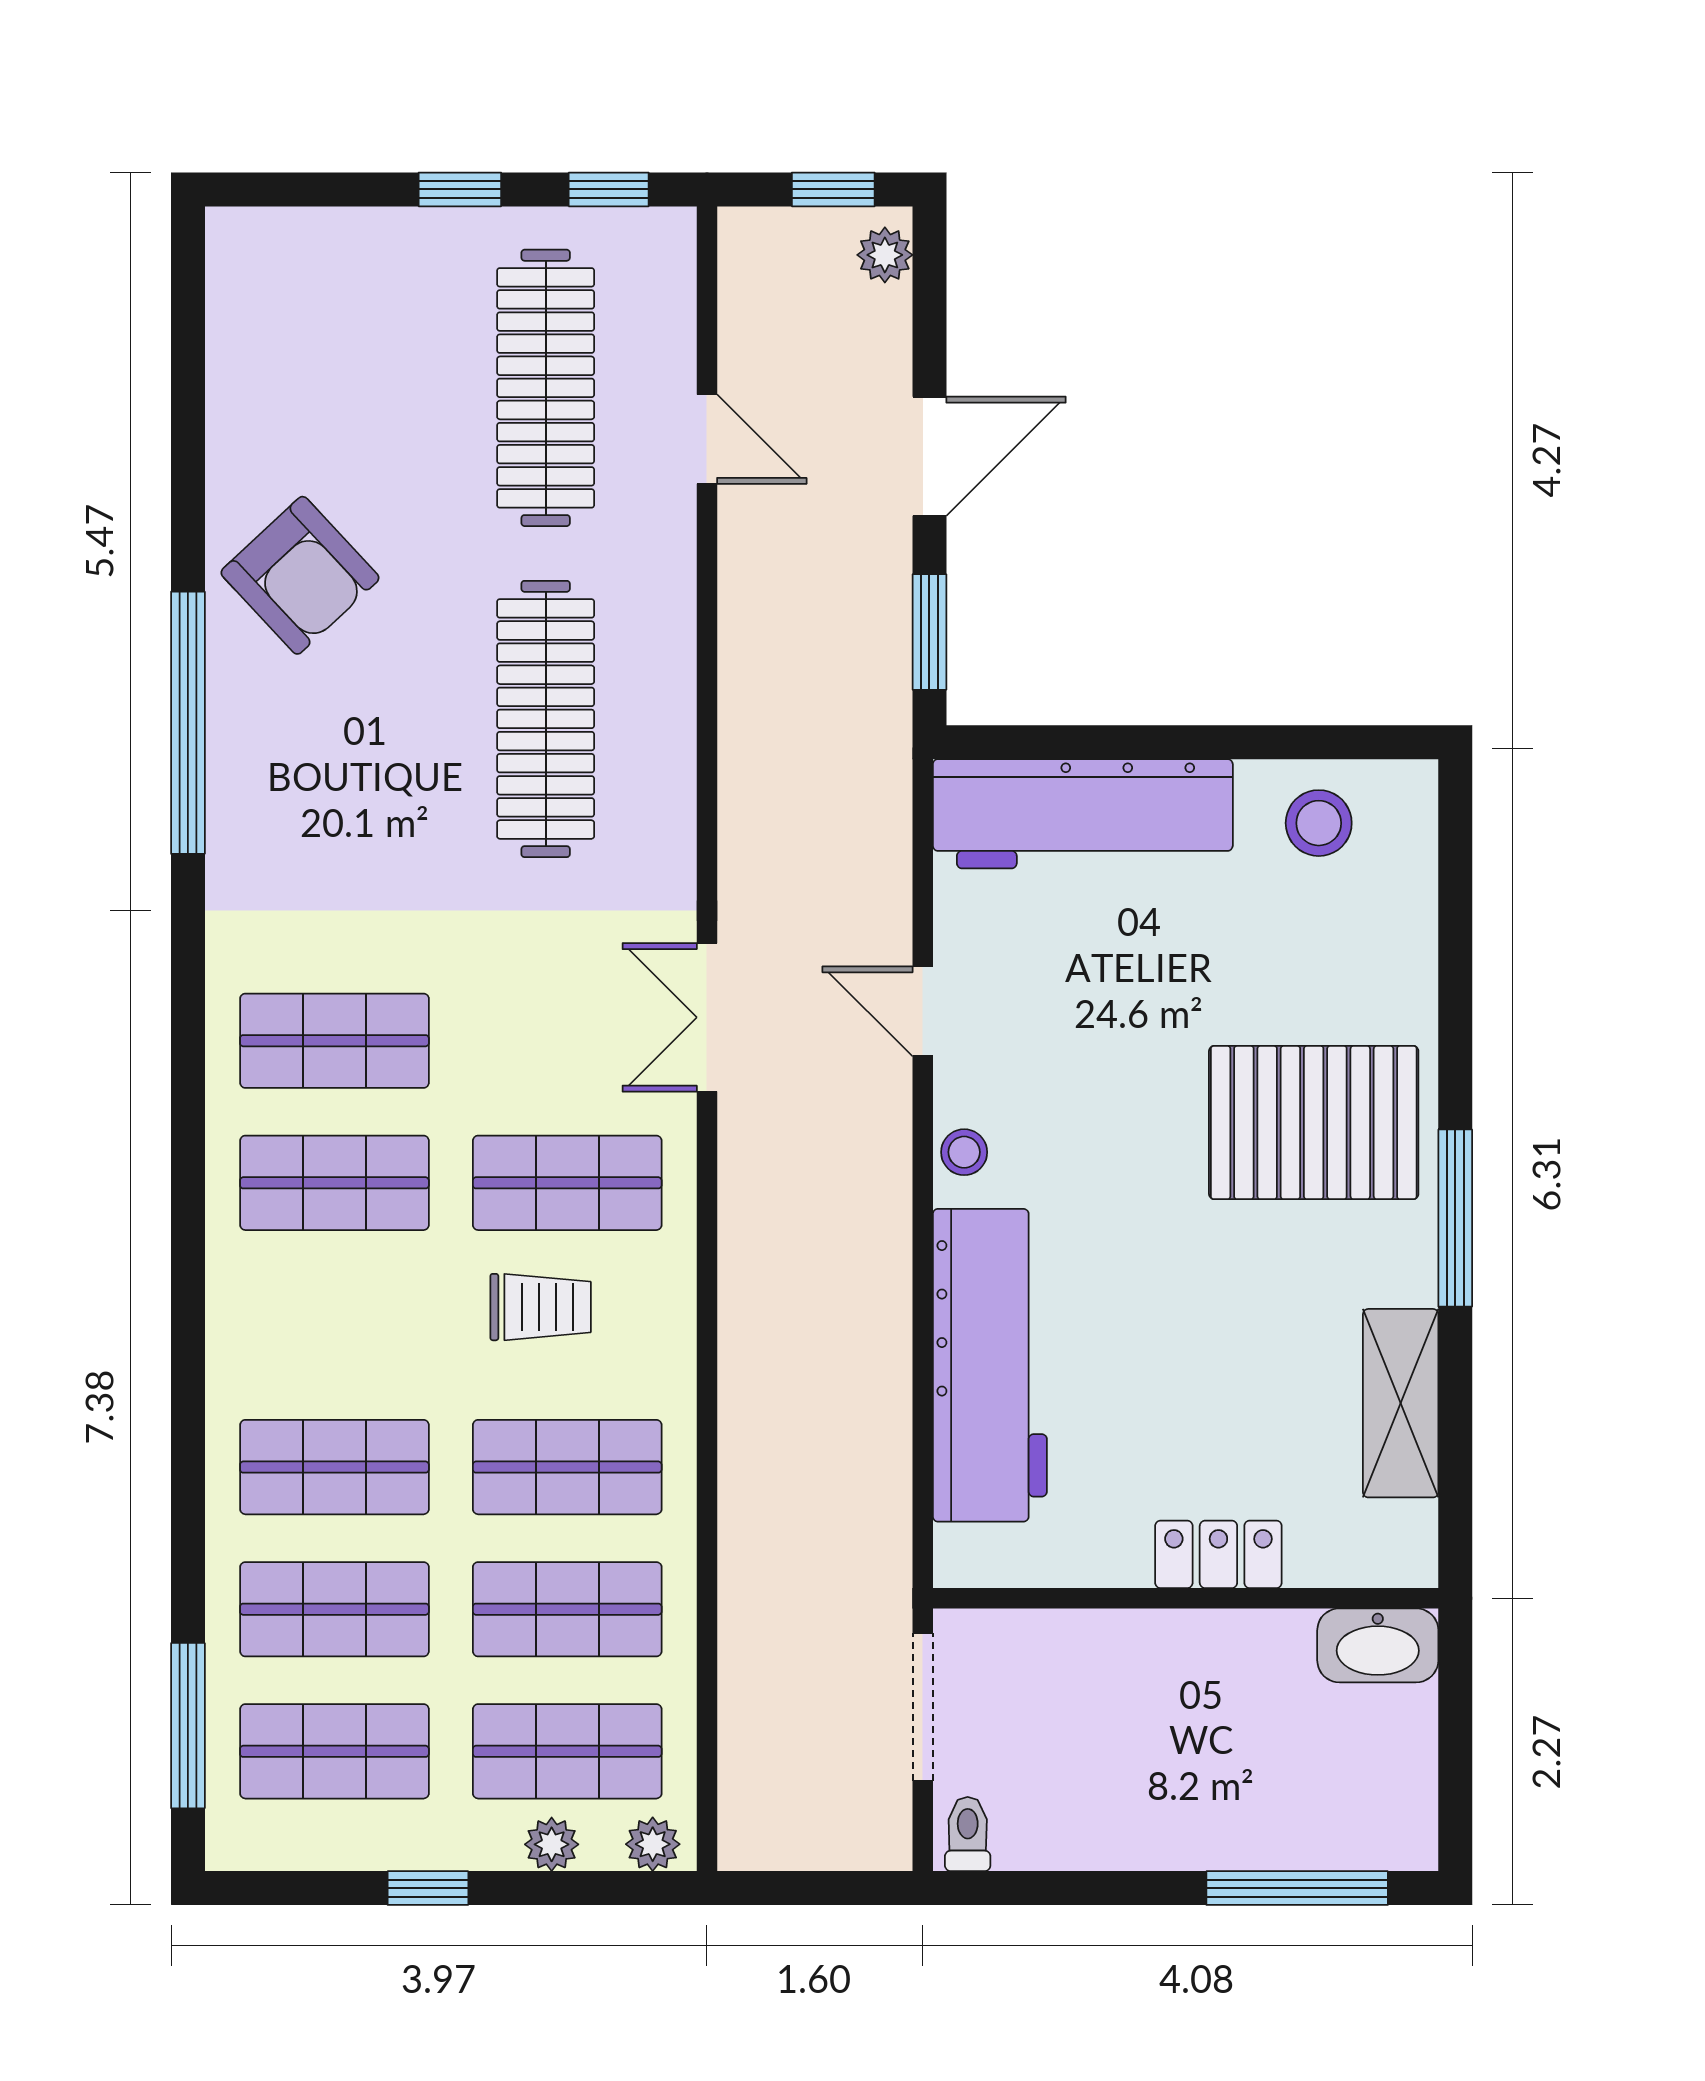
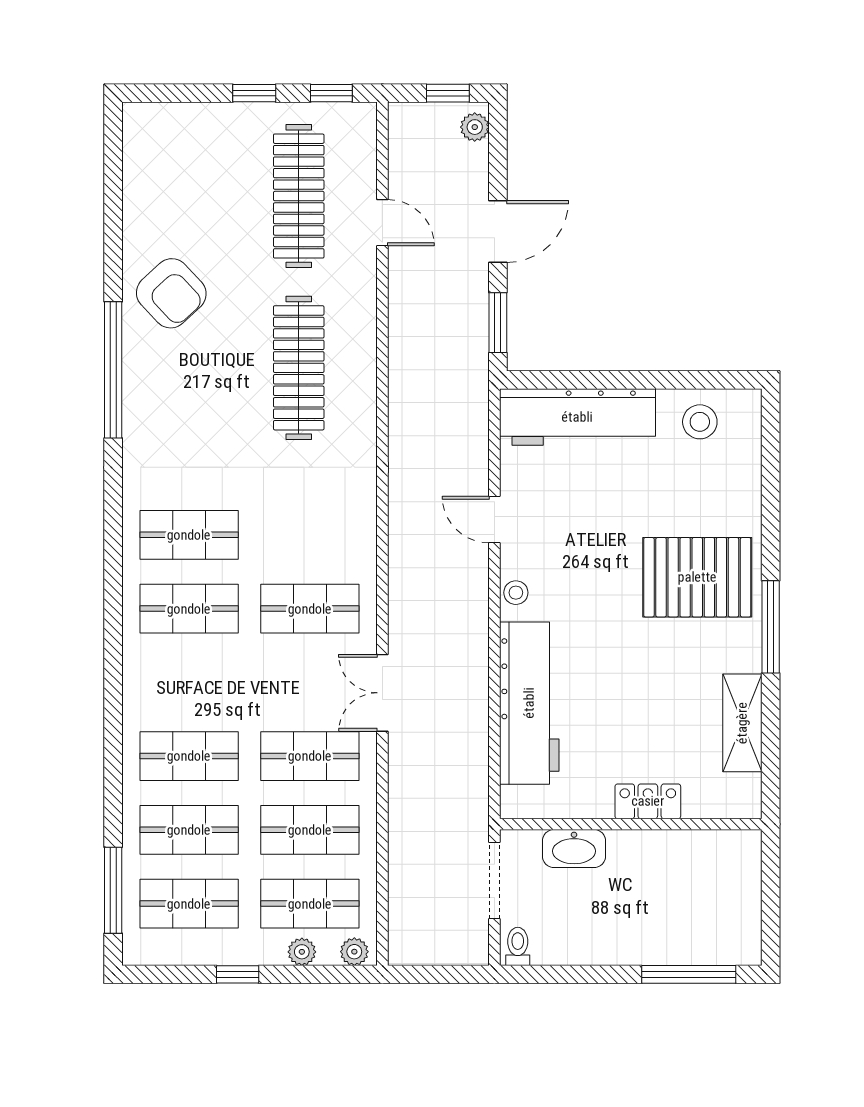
double door: (707, 1017) -> (382, 693), moved
trolley: (541, 1307) -> (296, 673), removed
washbasin: (1378, 1645) -> (574, 849), moved

